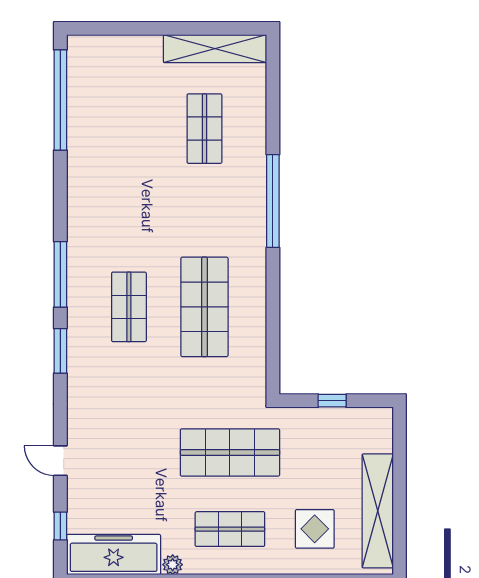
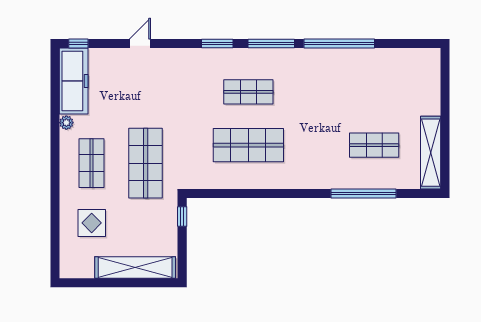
window: (60, 100) -> (339, 43), moved
window: (273, 201) -> (364, 193), moved
window: (332, 401) -> (182, 217), moved
shelving: (378, 511) -> (135, 267), moved
window: (60, 526) -> (78, 43), moved

